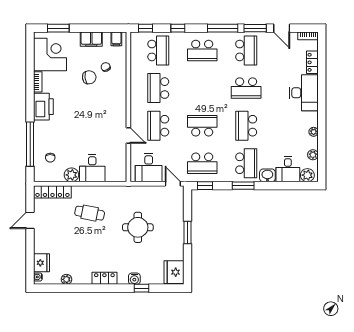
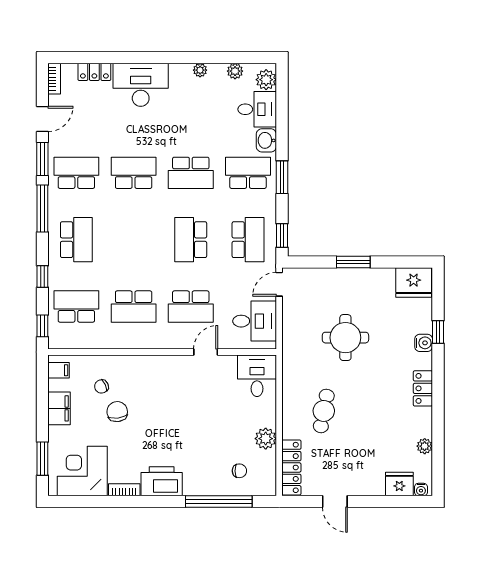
school desk: (246, 88) -> (134, 173), turned -90
desk: (92, 168) -> (257, 376), moved, turned -90

